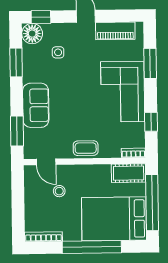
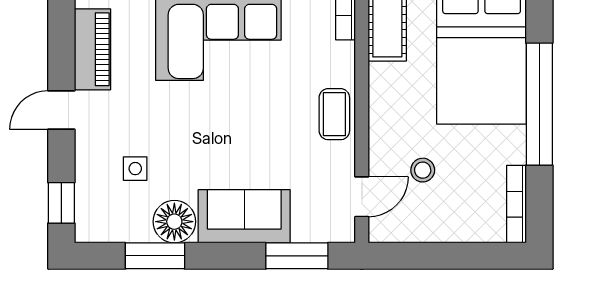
floor lamp: (32, 34) -> (174, 222), moved

